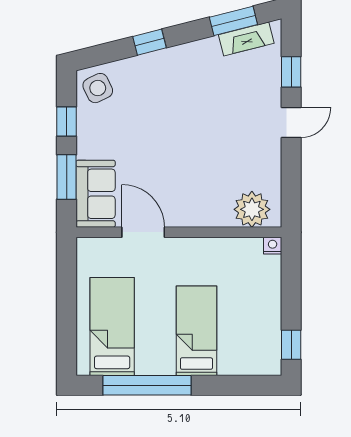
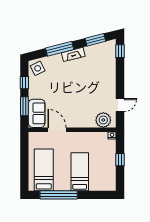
fireplace: (246, 39) -> (73, 54), moved
window: (149, 42) -> (60, 49), width x2.17
window: (291, 72) -> (120, 51), moved
door: (291, 123) -> (120, 105), moved
window: (291, 345) -> (120, 160), moved

